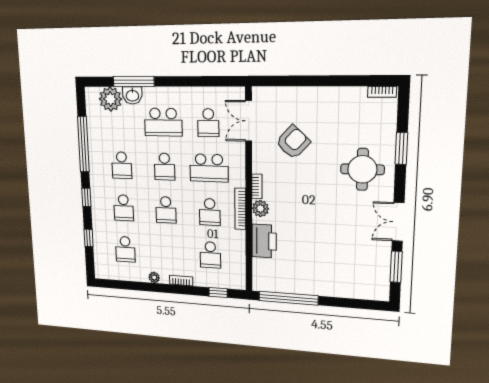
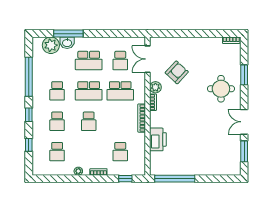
school desk: (165, 167) -> (89, 91), width x1.85
plant: (260, 209) -> (155, 87), moved
school desk: (210, 212) -> (120, 121), removed

